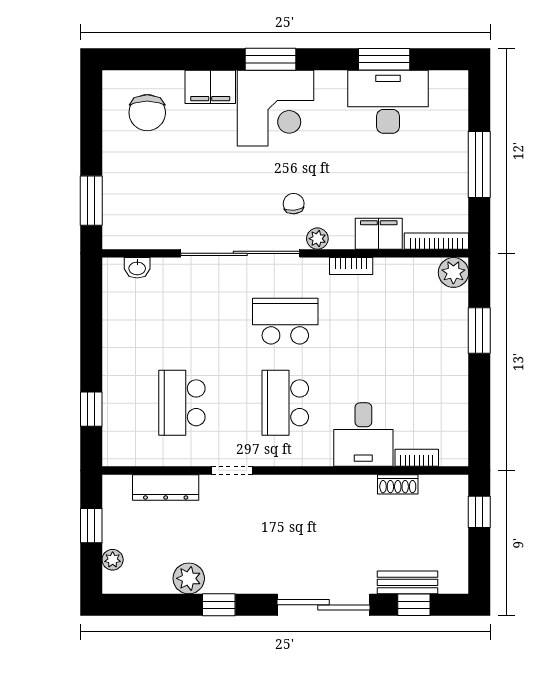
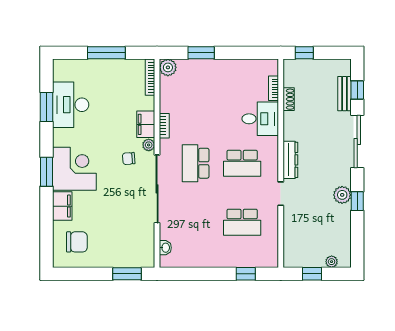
filing cabinet: (379, 234) -> (146, 124), moved
dresser: (166, 487) -> (290, 160), moved
plant: (189, 578) -> (342, 195), moved

